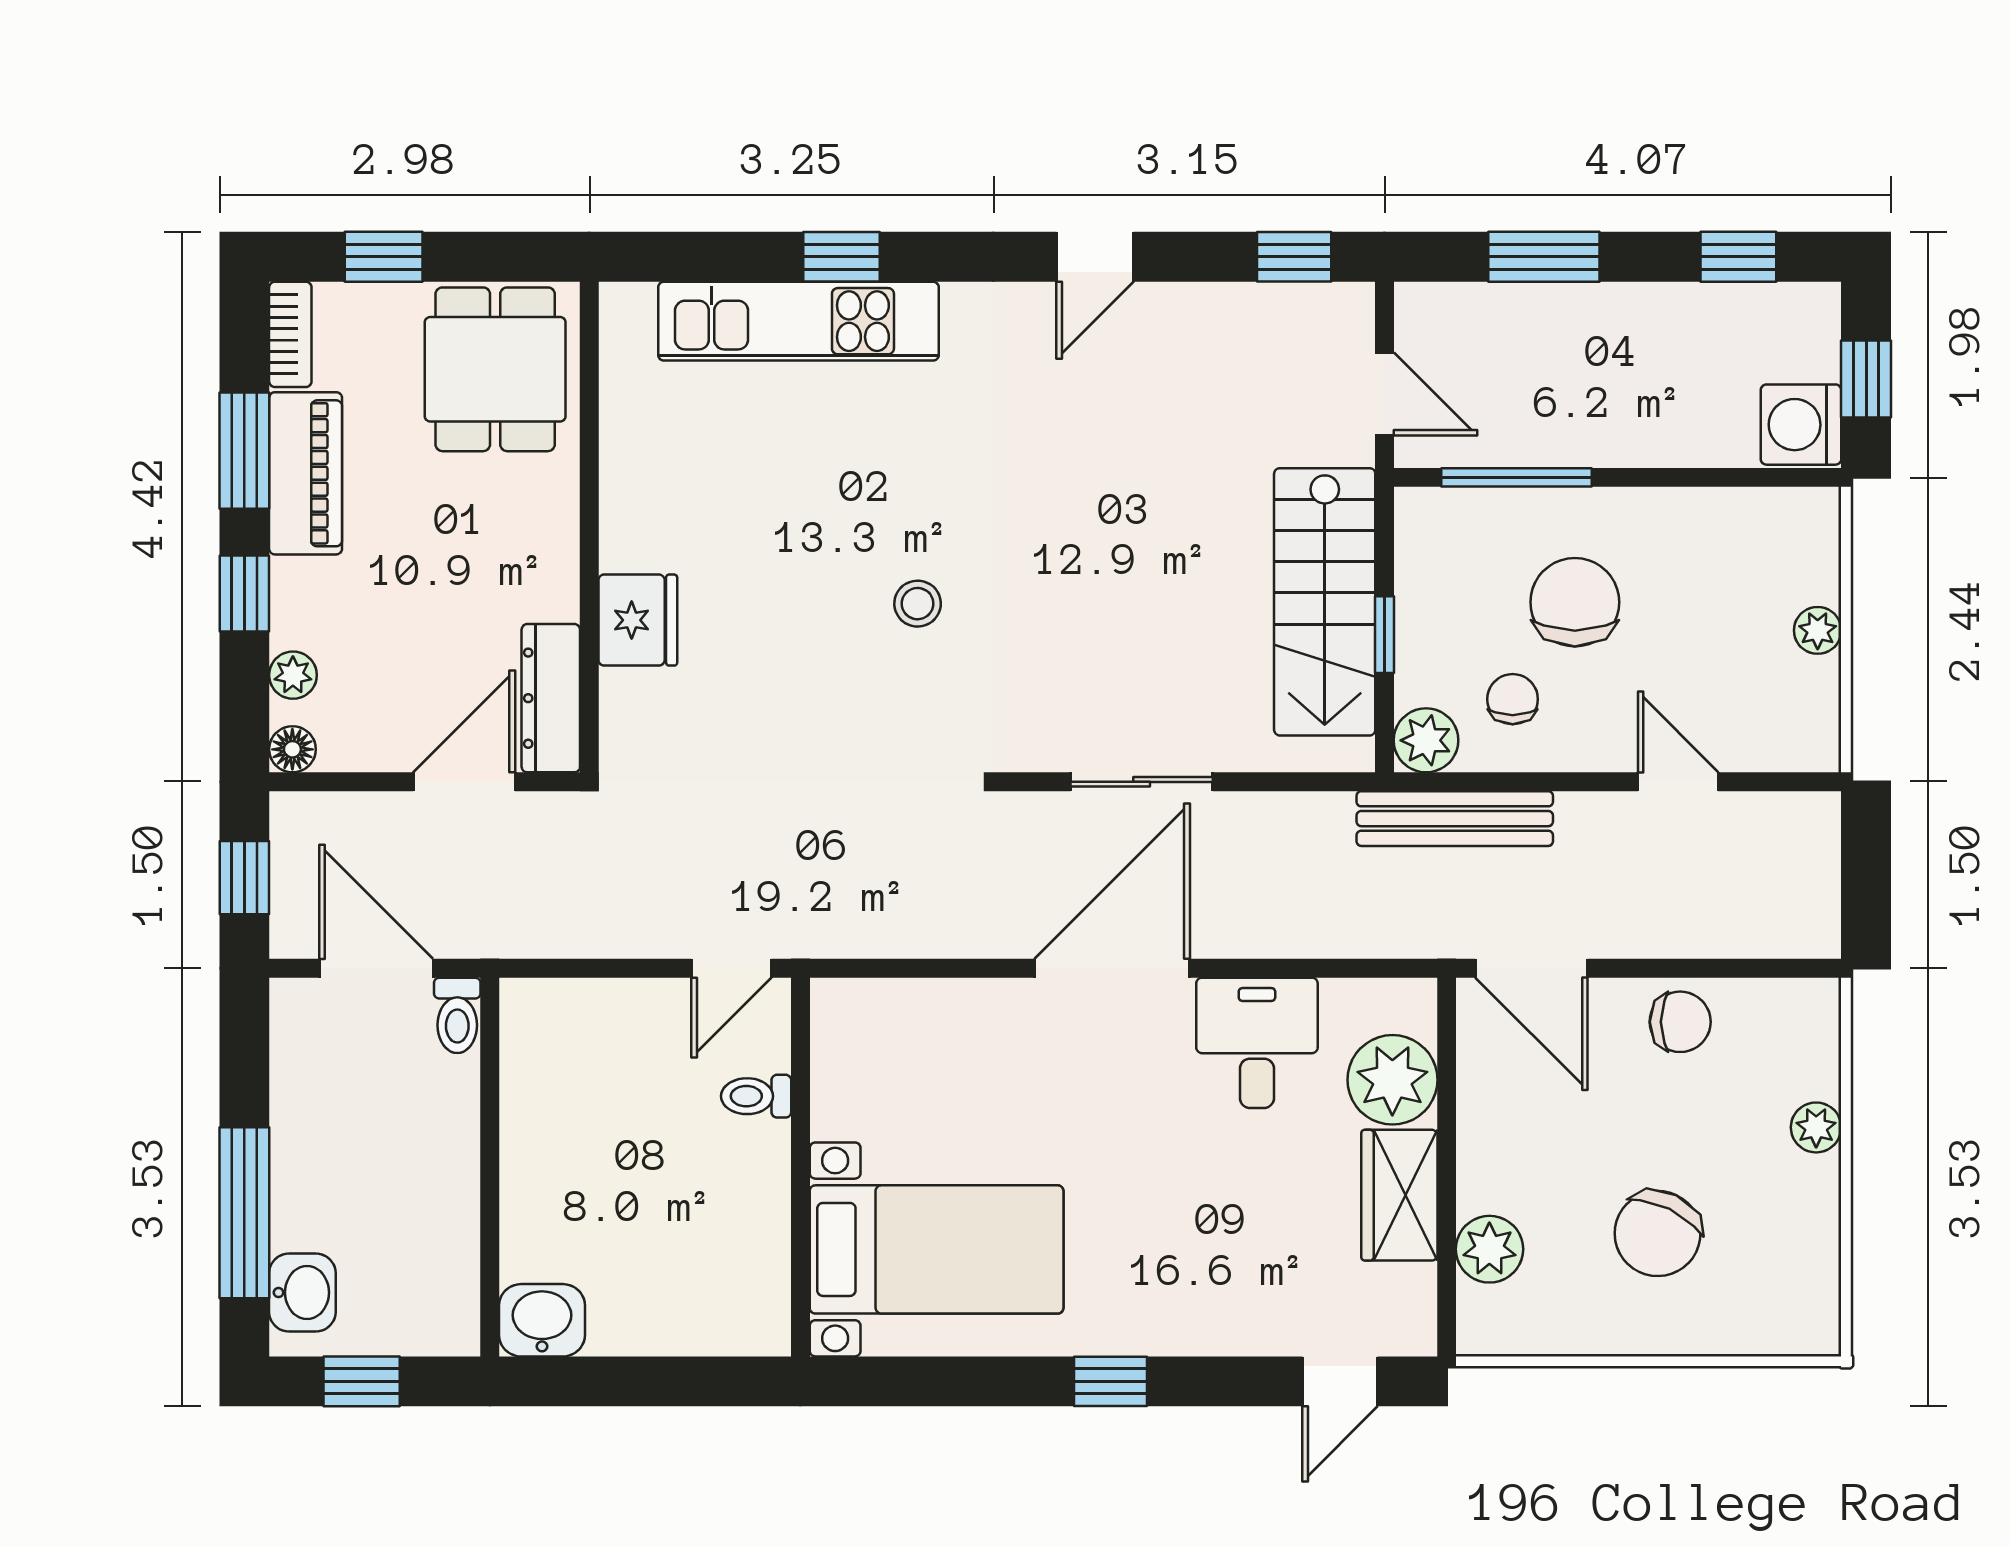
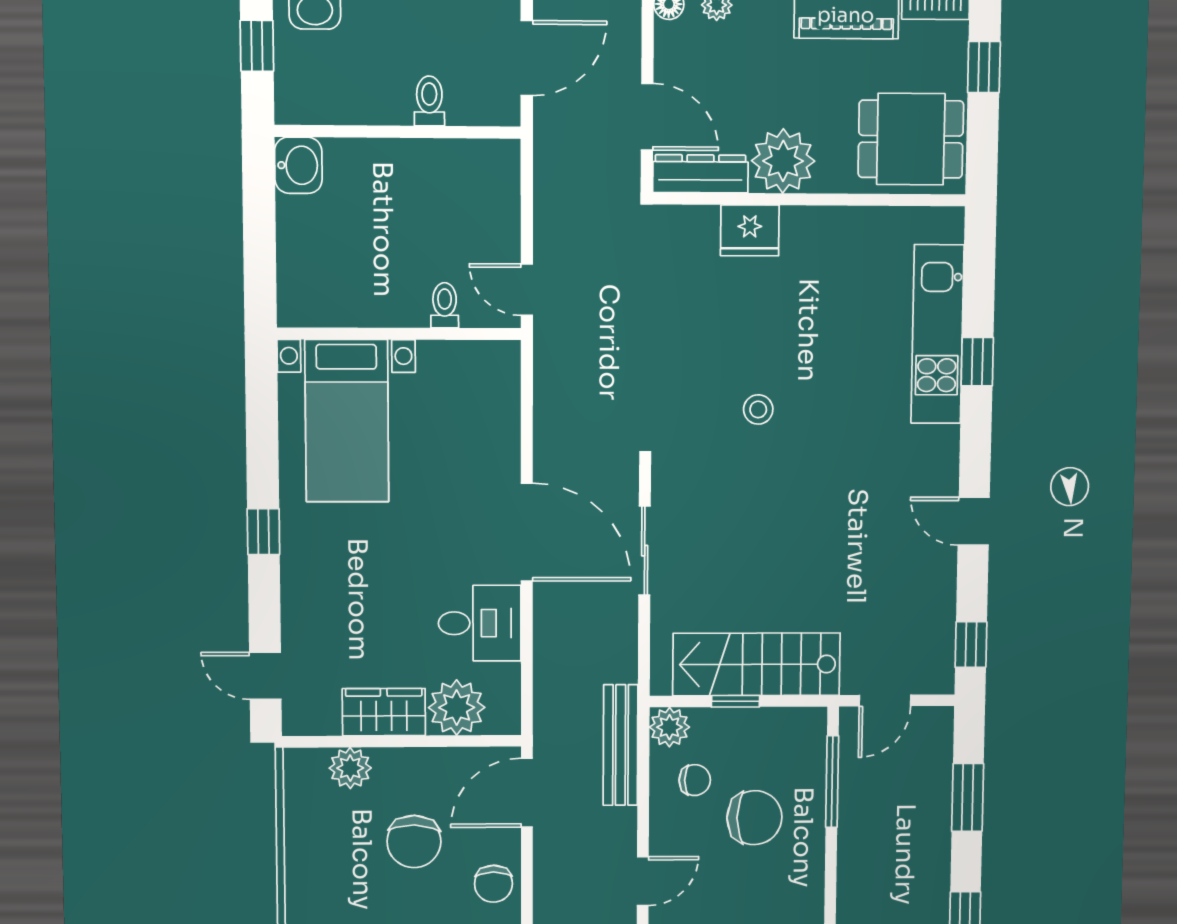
plant: (530, 569) -> (783, 161), added
toilet: (457, 1015) -> (429, 101), moved, turned 90
chair: (1658, 1233) -> (414, 842), moved, turned -114

